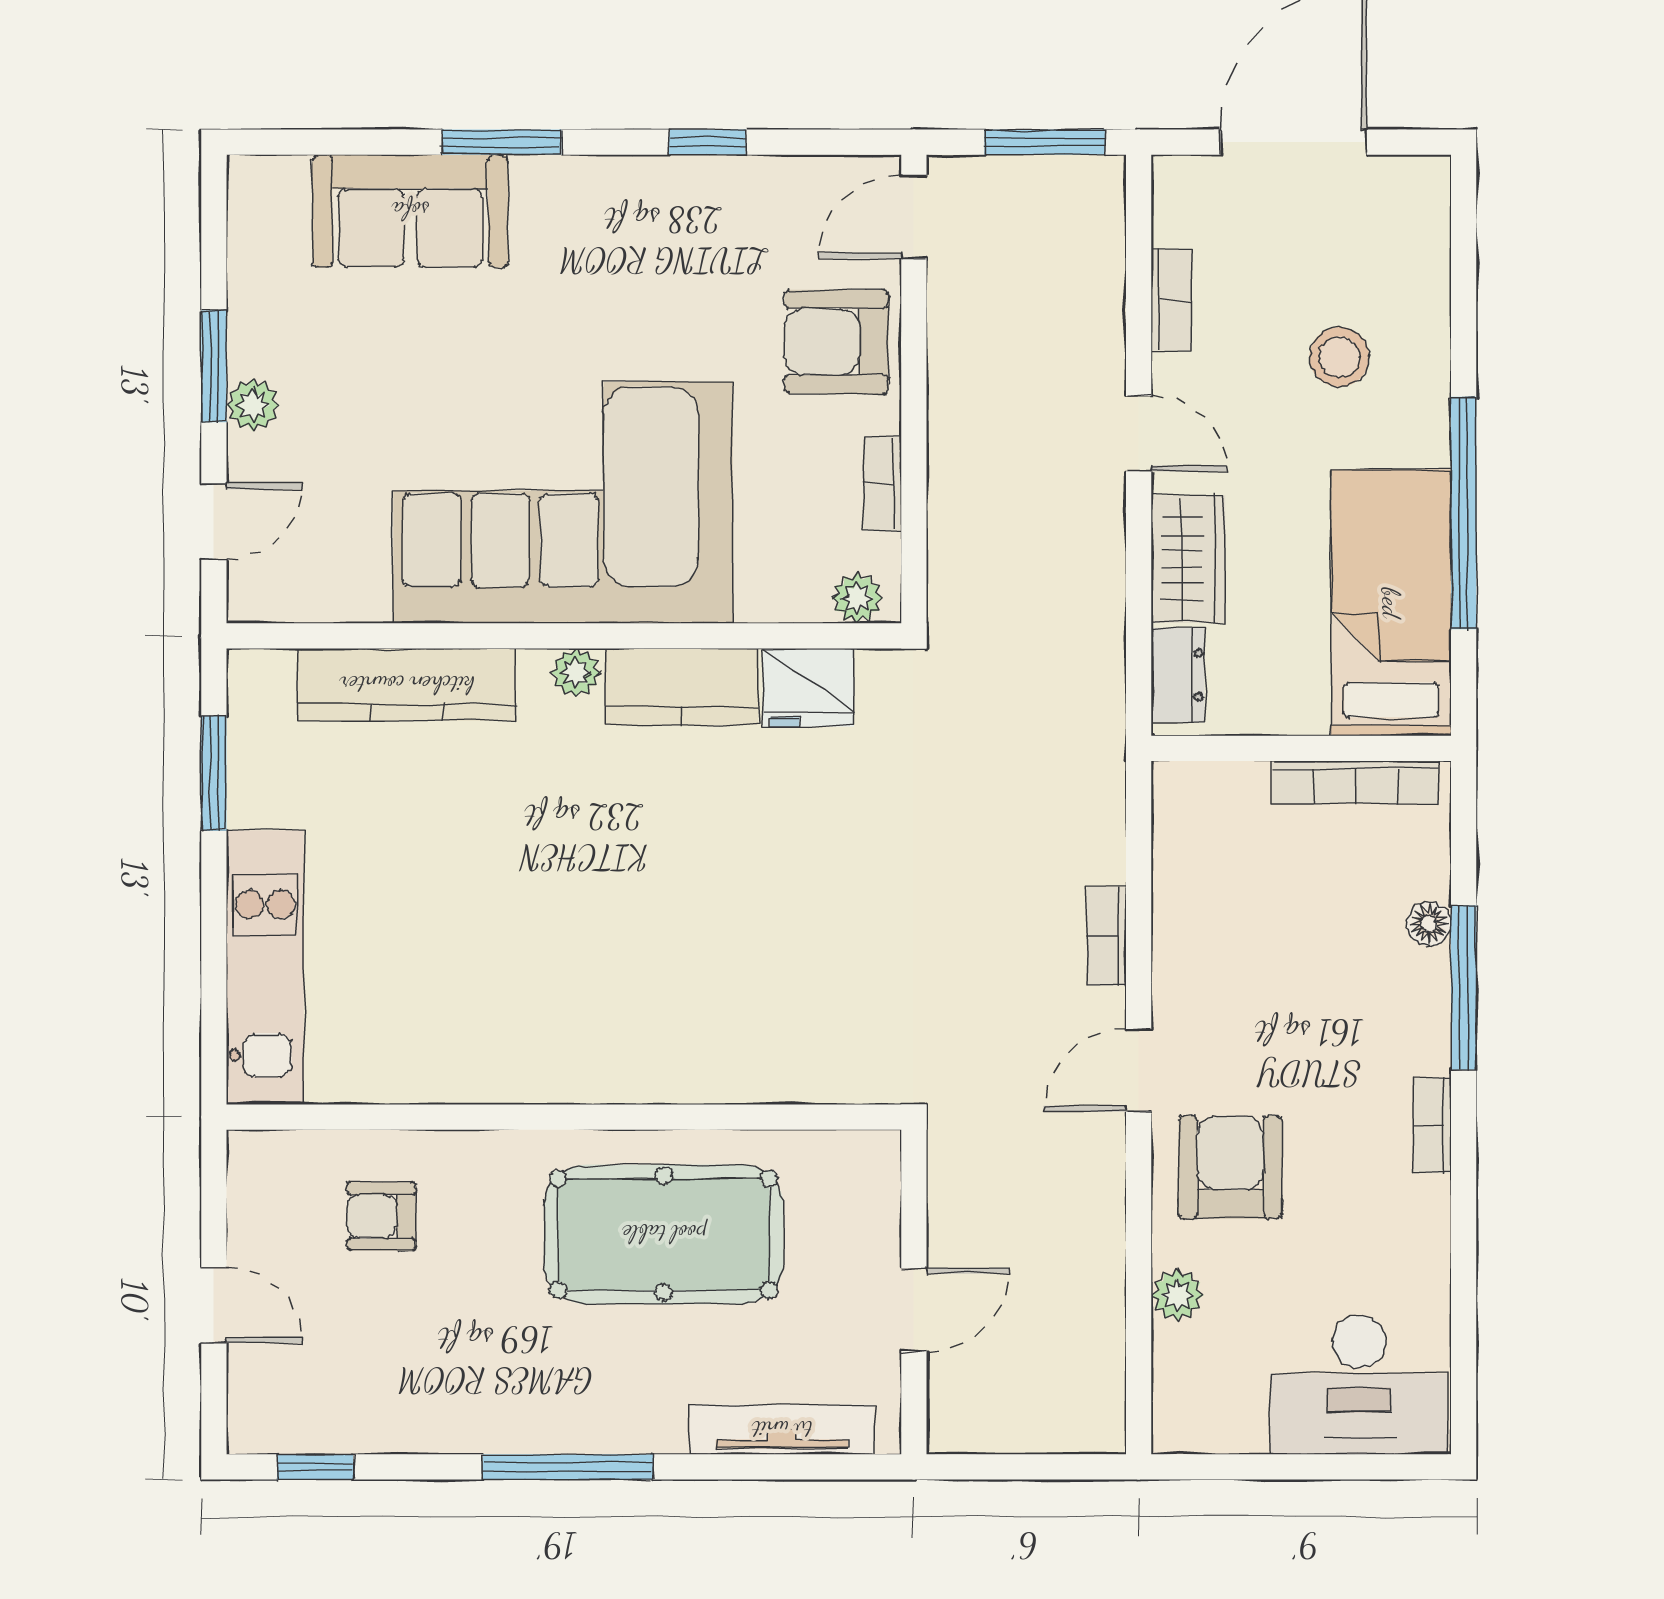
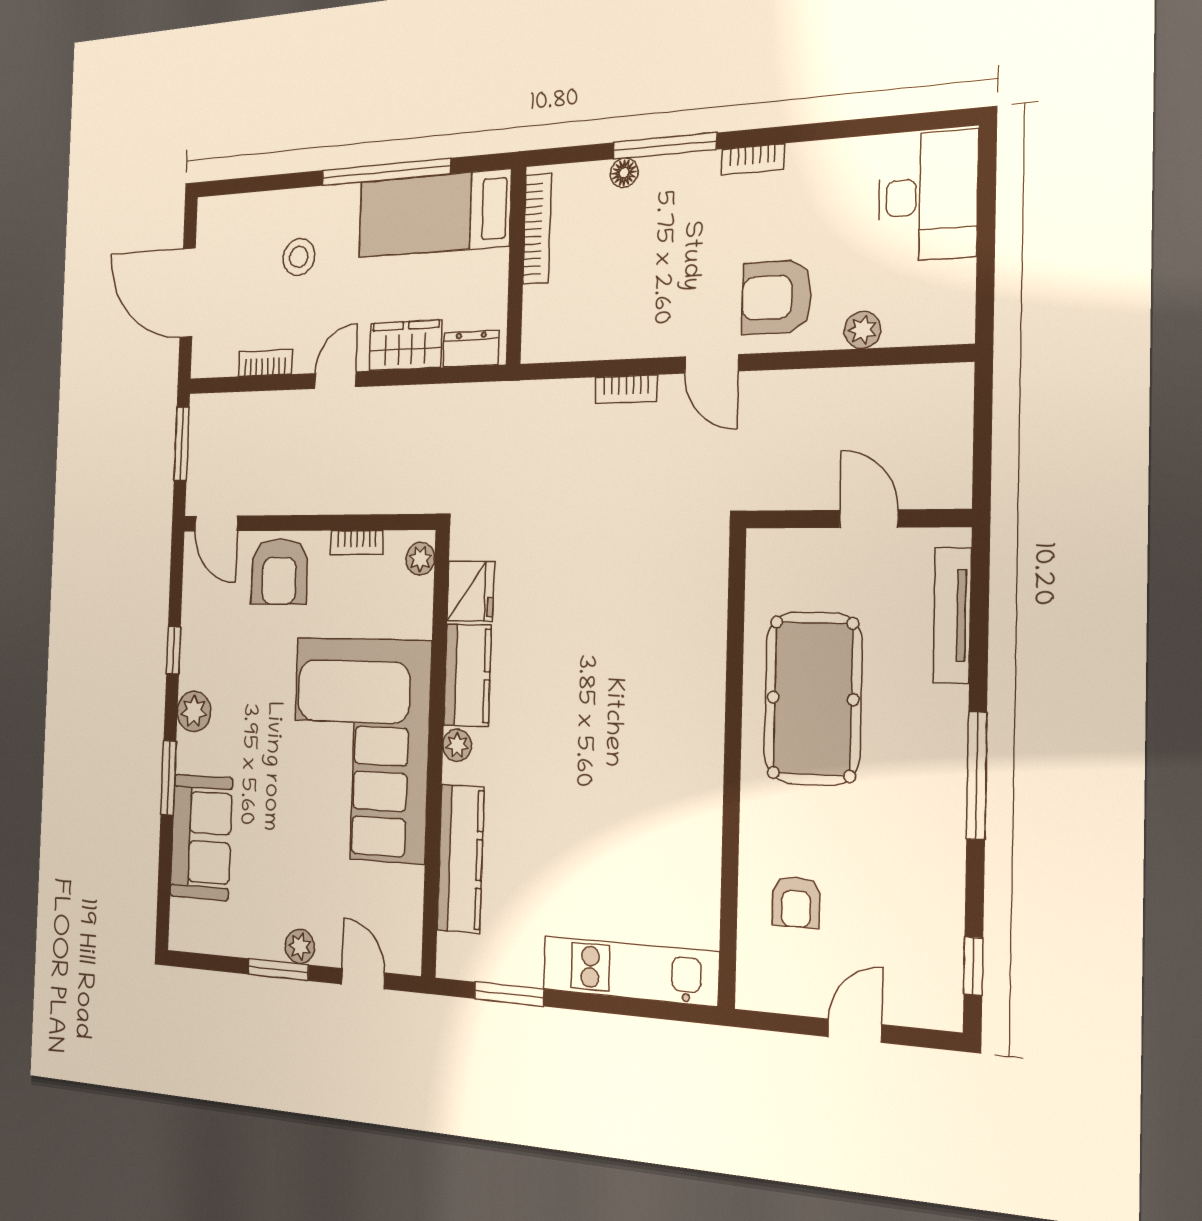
plant: (610, 187) -> (194, 711), added

